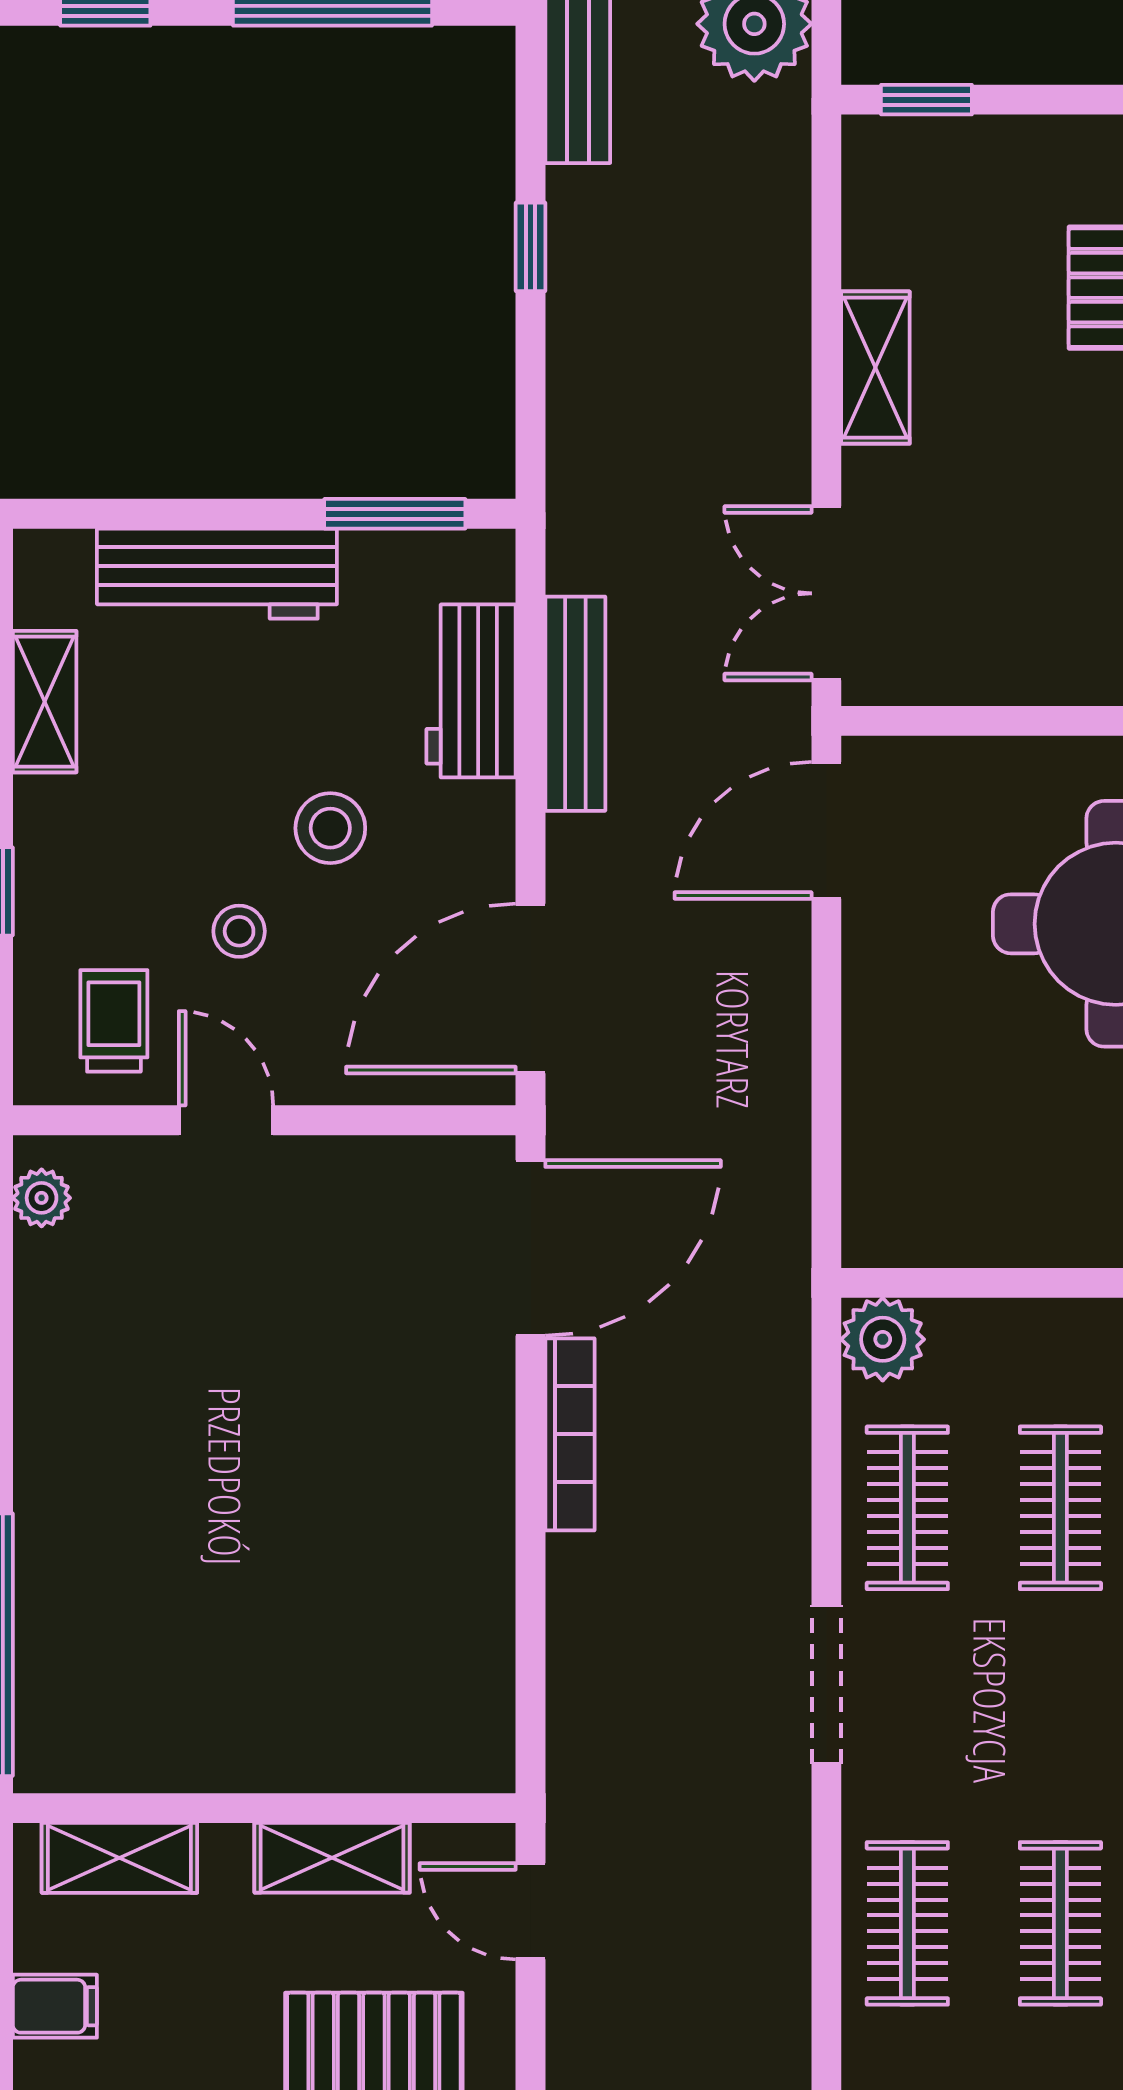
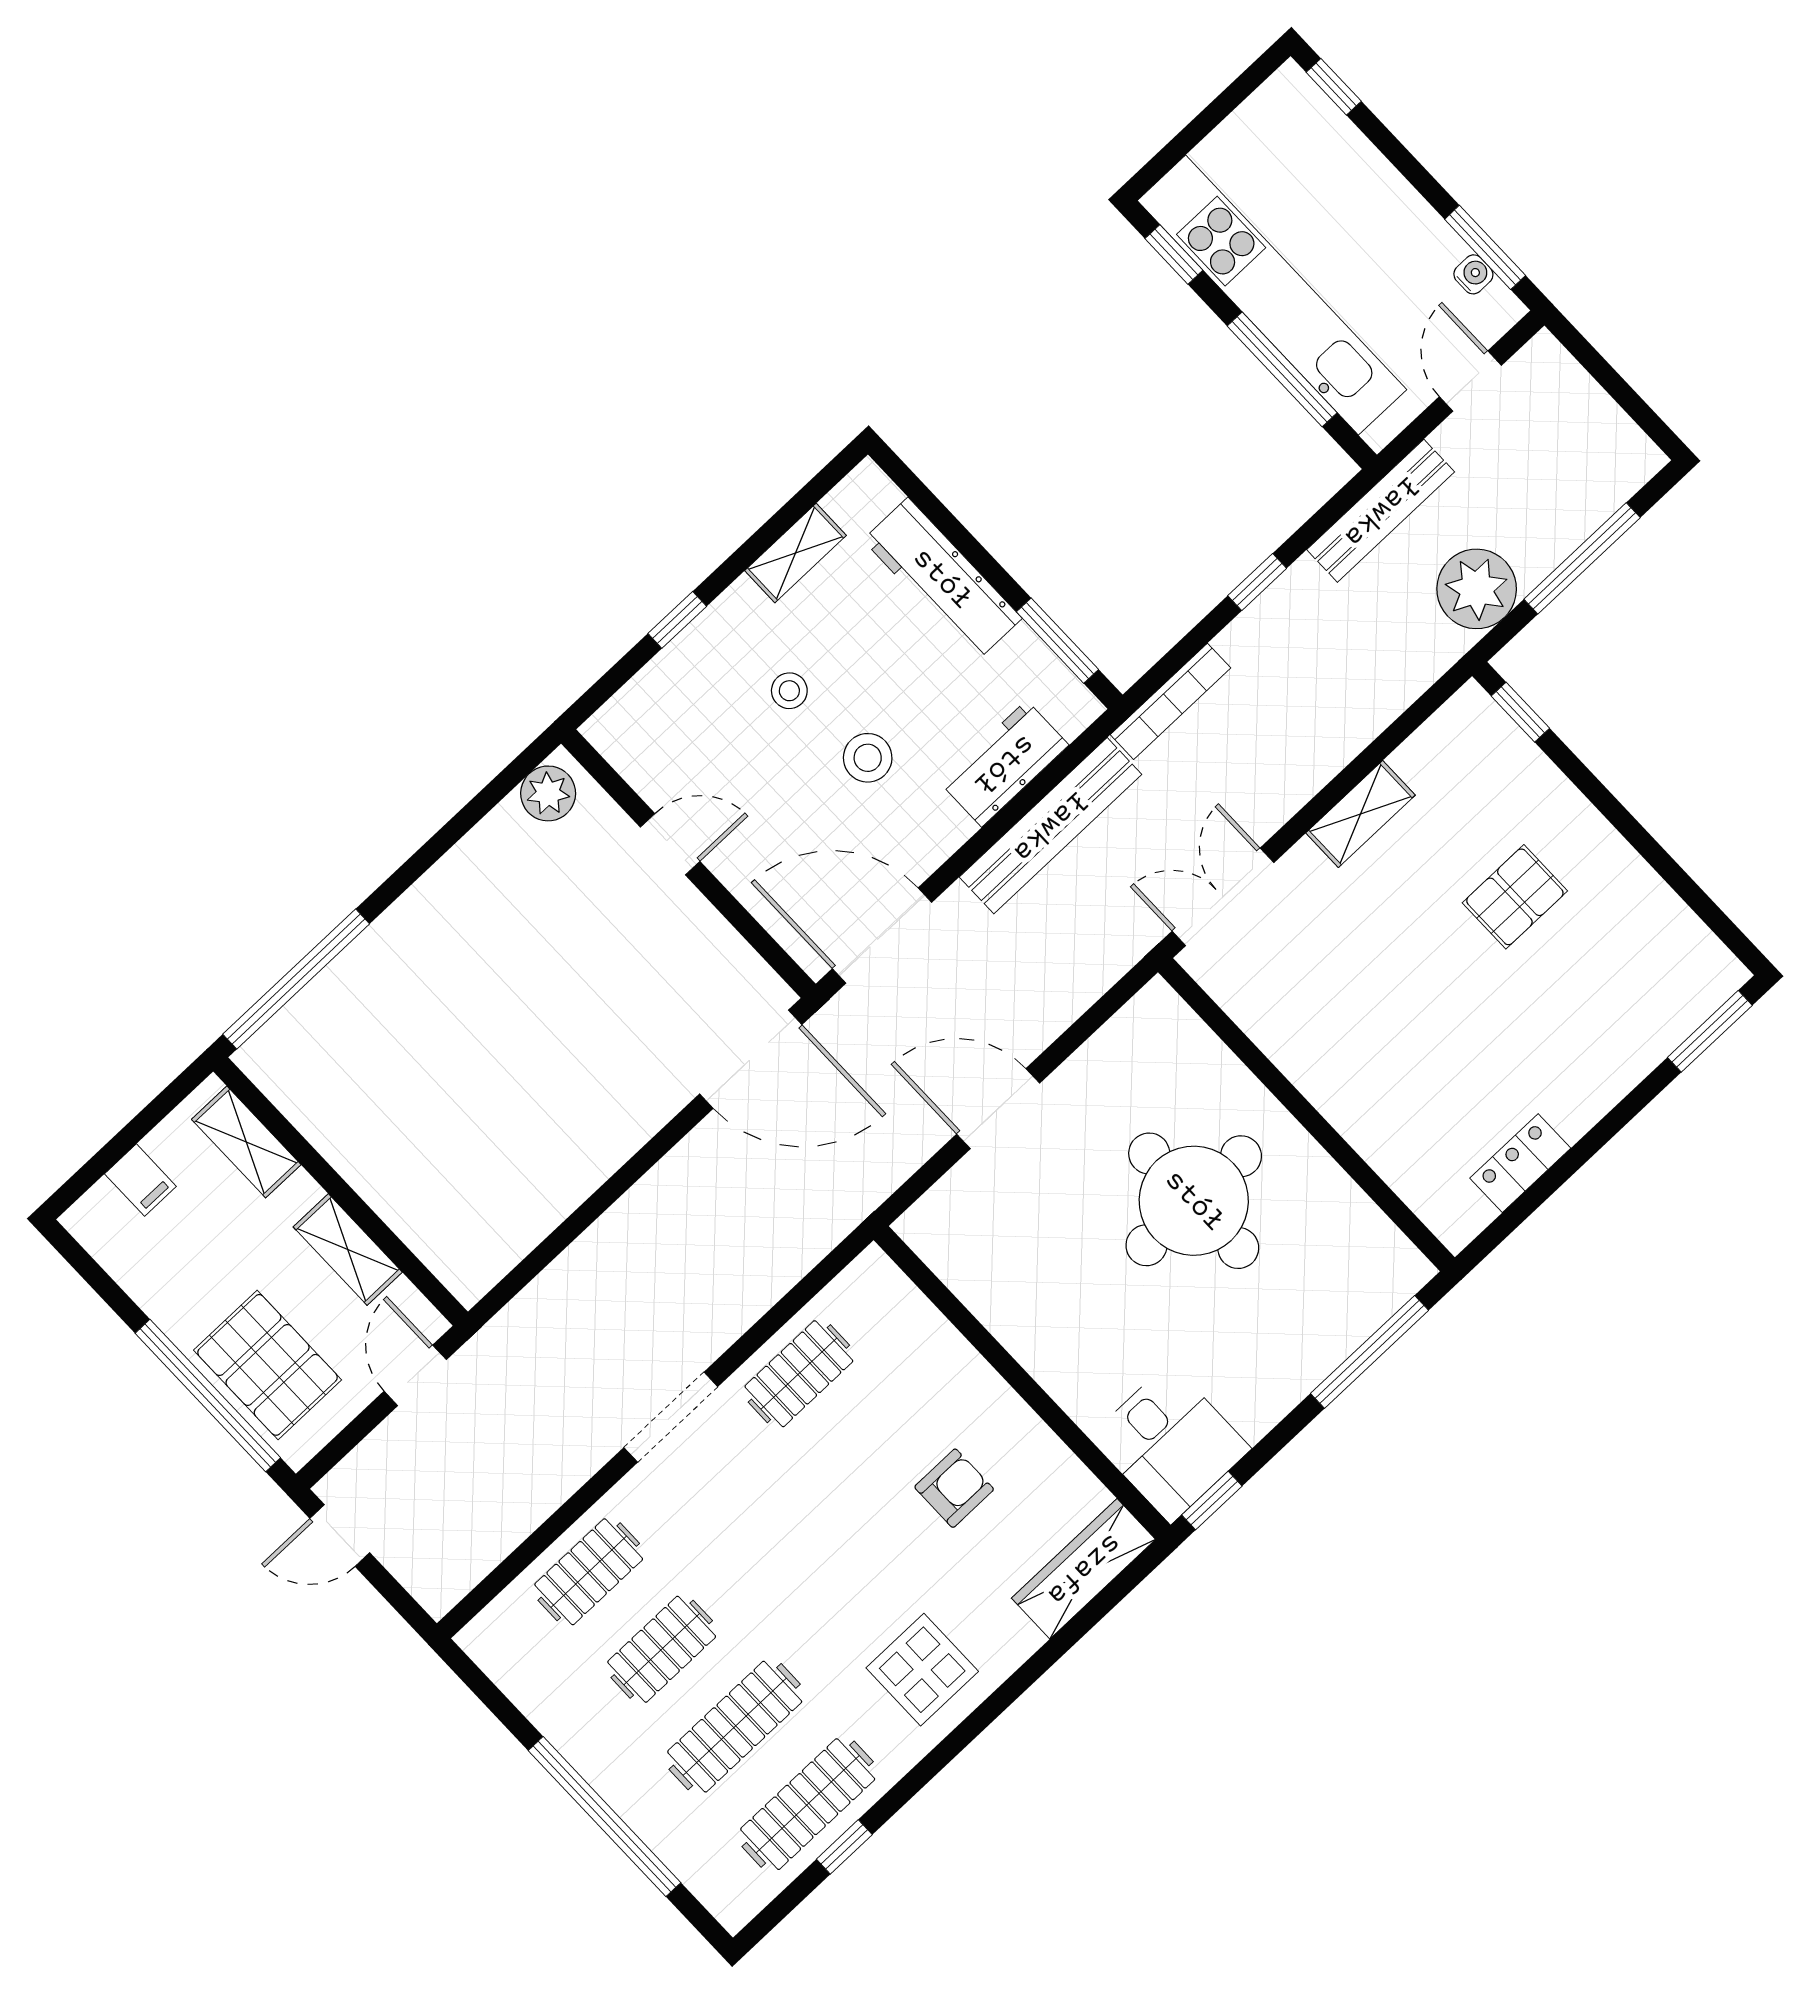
bench: (575, 704) -> (1050, 826), width x1.37, depth x1.21
door: (826, 830) -> (998, 1109), moved
stool: (239, 931) -> (789, 691), moved
trolley: (114, 1021) -> (667, 740), removed
door: (226, 1120) -> (670, 844), hinge flipped
plant: (42, 1198) -> (548, 793), width x1.38, depth x1.38
plant: (883, 1339) -> (872, 1281), removed
bookcase: (570, 1434) -> (1170, 701), moved
clothes rail: (1060, 1508) -> (872, 1451), removed

